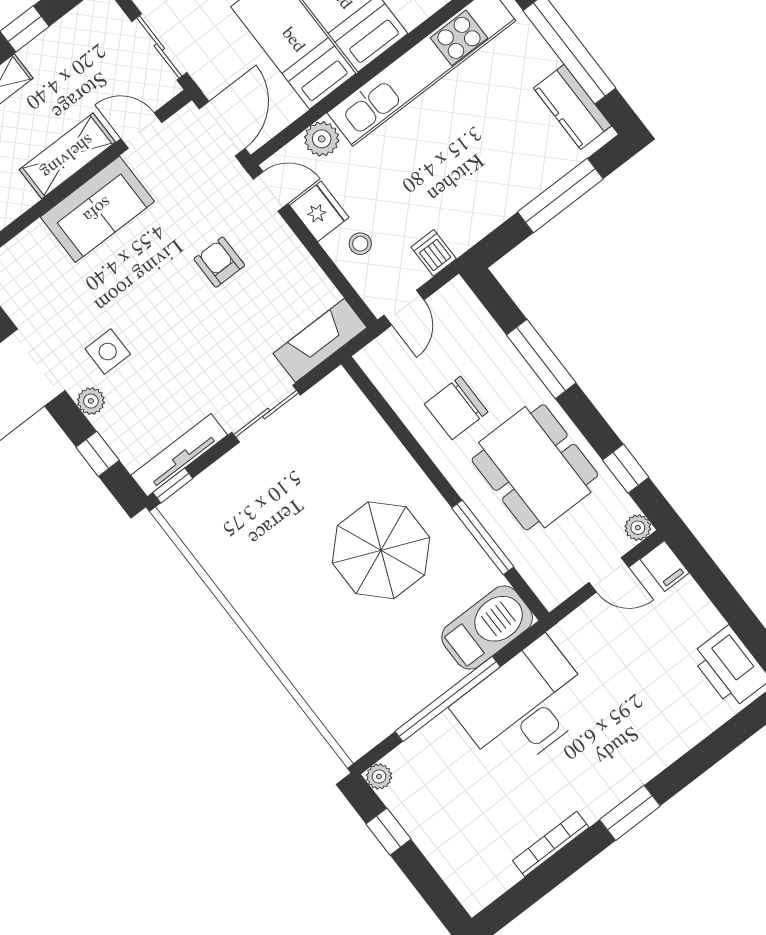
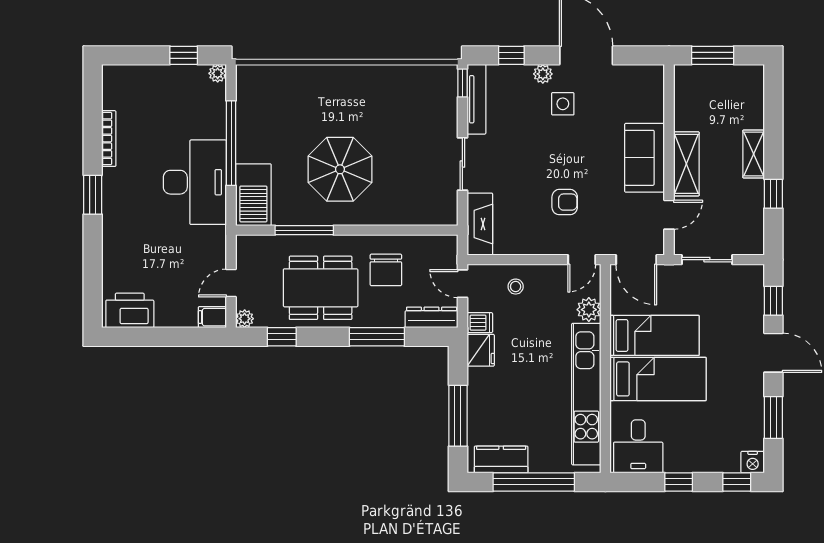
fridge: (319, 211) -> (481, 350), moved, turned -90
dresser: (470, 313) -> (432, 317), added
chair: (456, 408) -> (386, 270), turned 180

